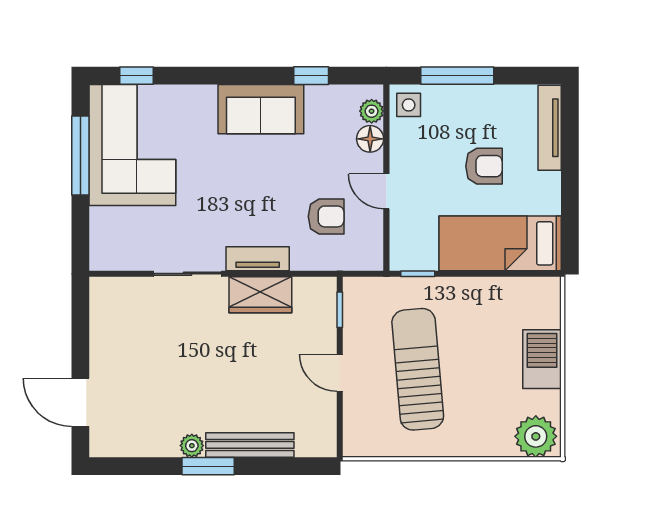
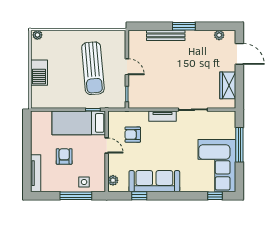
side table: (409, 105) -> (84, 182), moved
sofa: (261, 109) -> (154, 181), width x1.36
floor lamp: (370, 139) -> (114, 168), removed
window: (80, 155) -> (239, 145), moved
armchair: (484, 166) -> (64, 156), turned 90
bed: (500, 243) -> (79, 123), moved, turned 180
wardrobe: (260, 295) -> (228, 85), moved, turned -90
plant: (536, 436) -> (37, 35), width x0.53, depth x0.53
plant: (192, 446) -> (219, 35), moved

